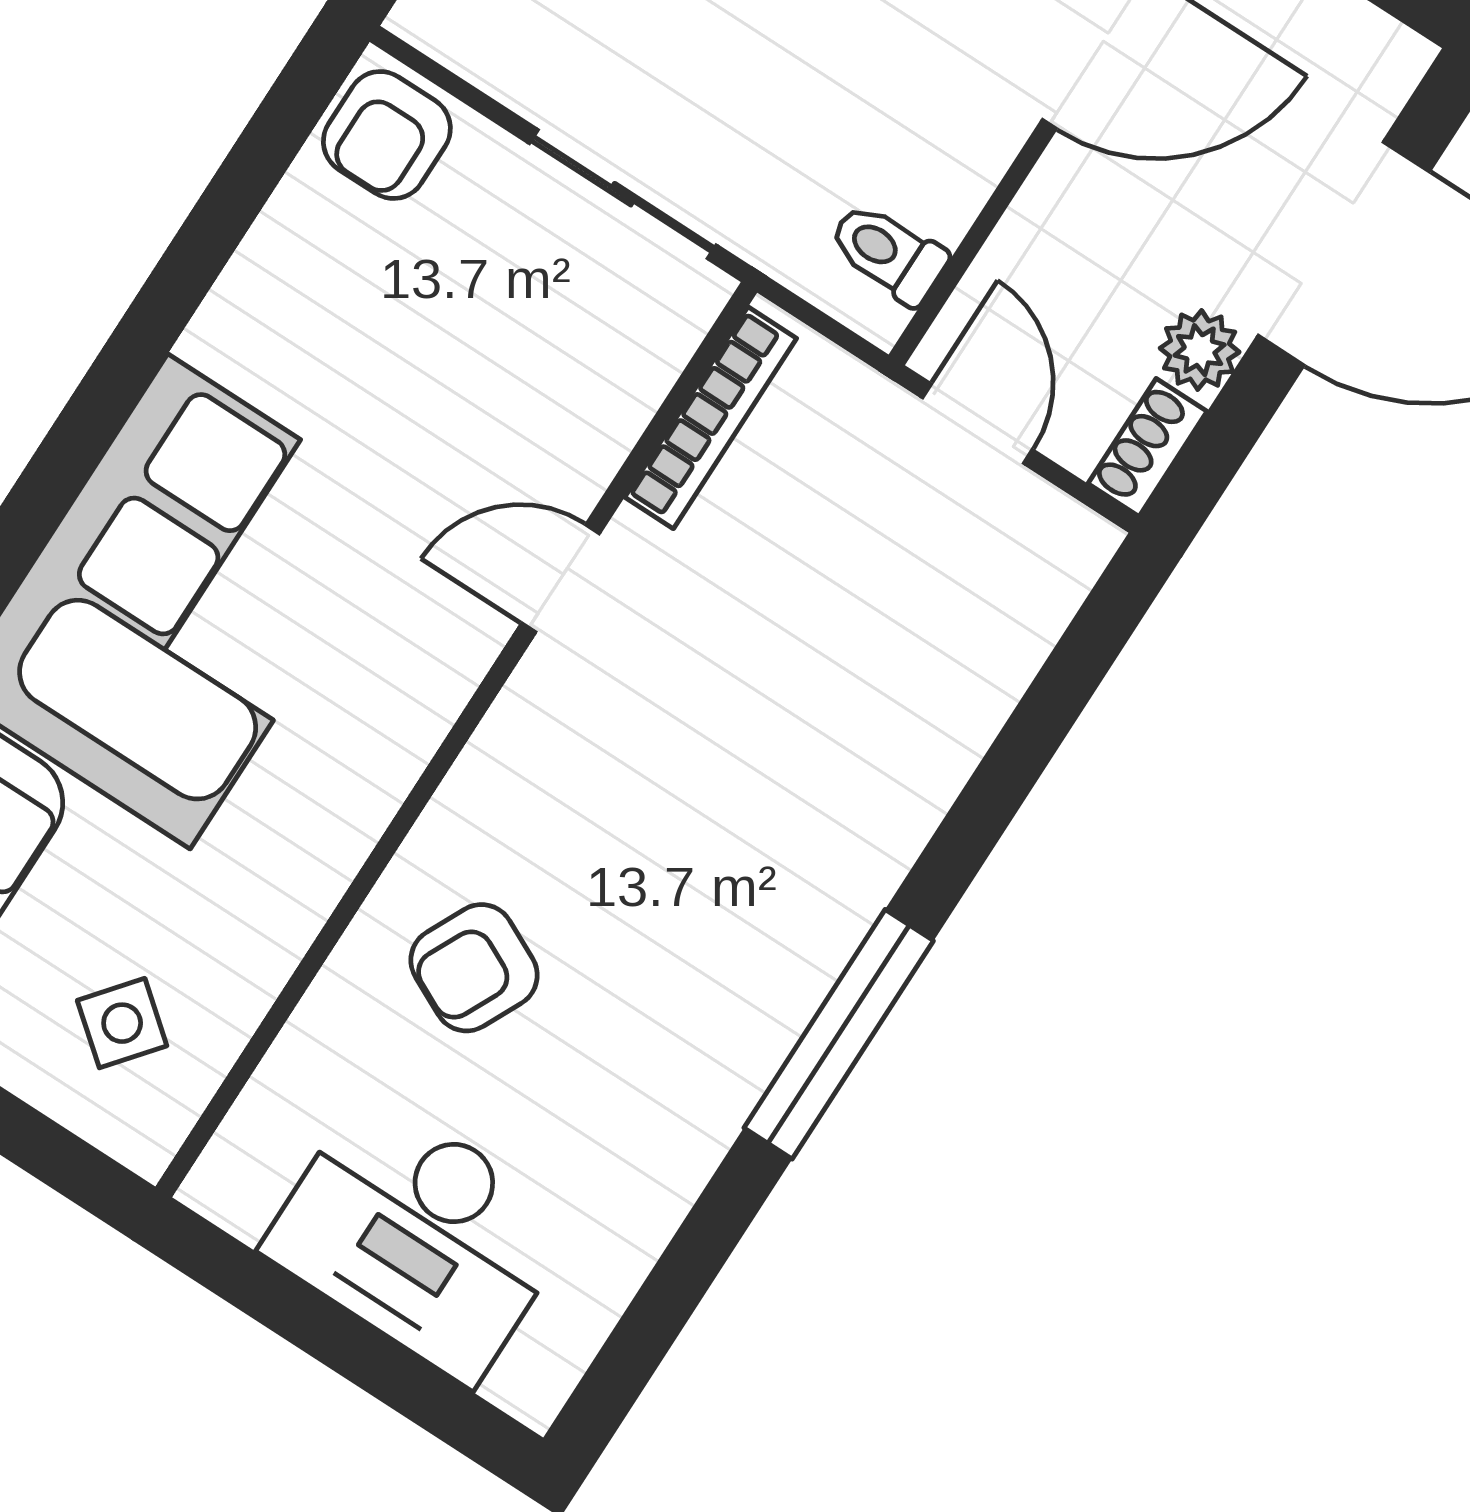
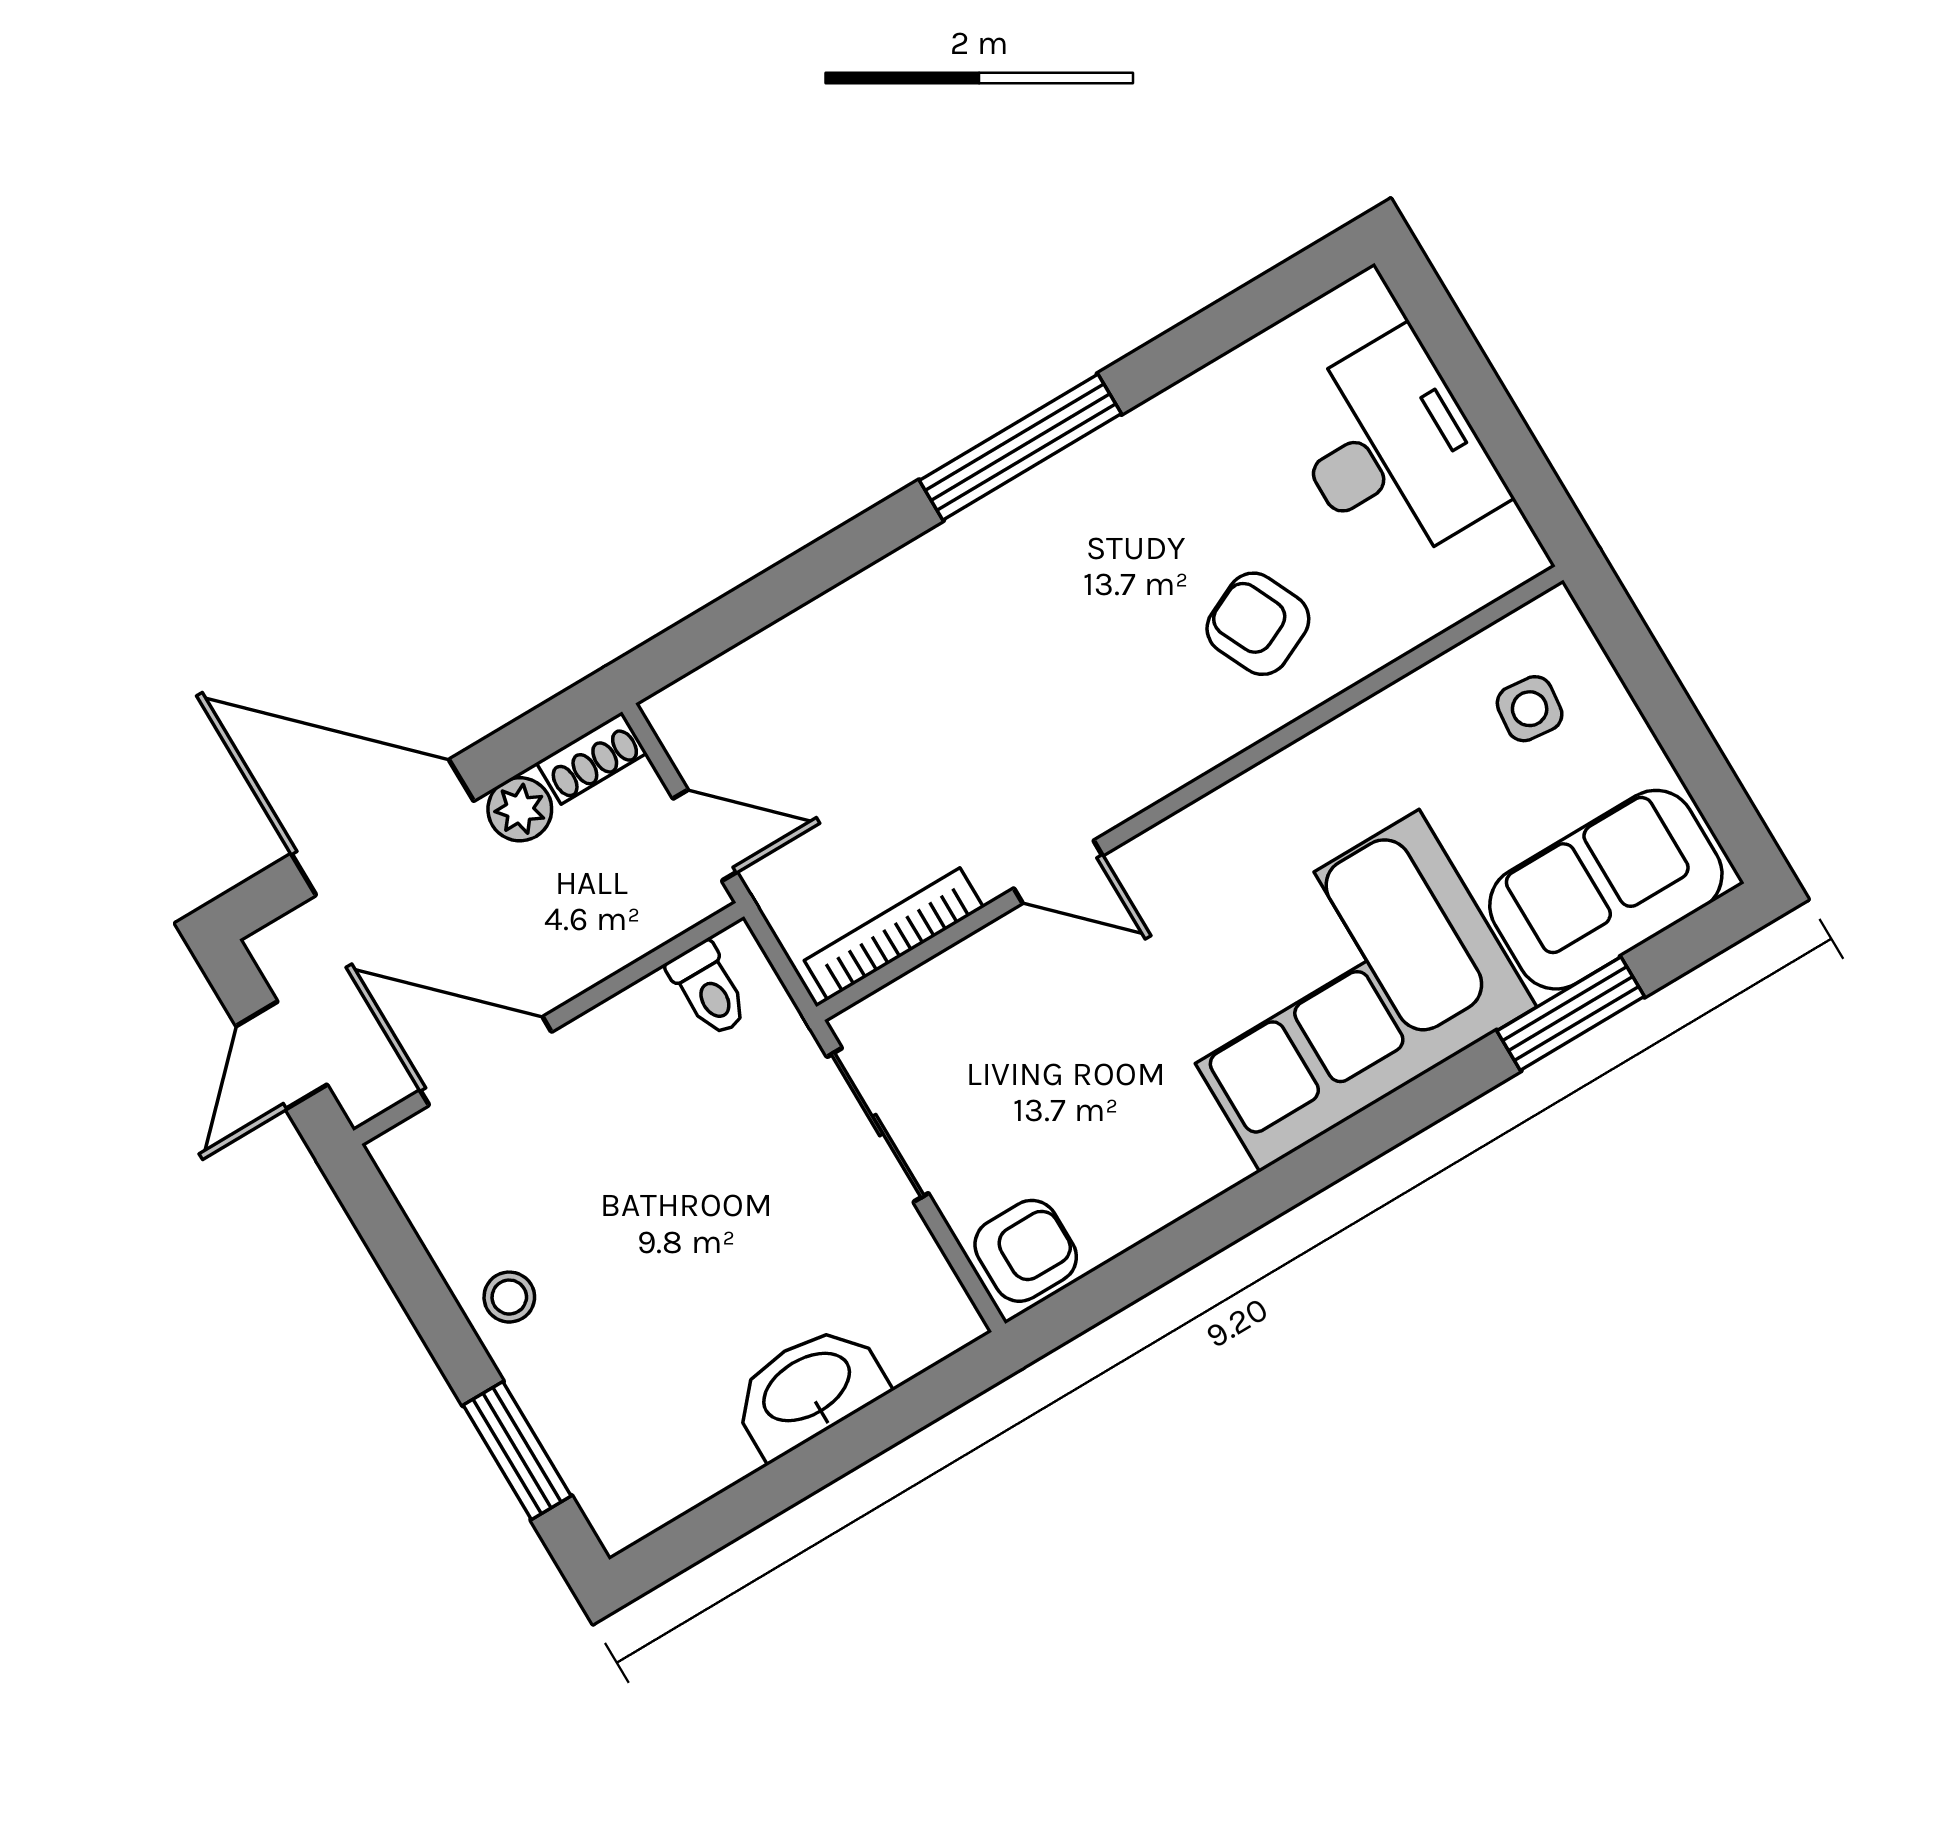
door: (977, 424) -> (705, 835), swing flipped
armchair: (474, 968) -> (1258, 624), turned -141
side table: (122, 1023) -> (1530, 709), turned -33

